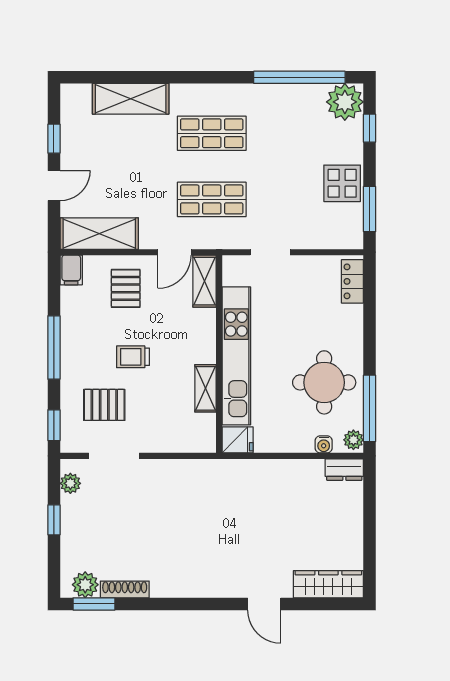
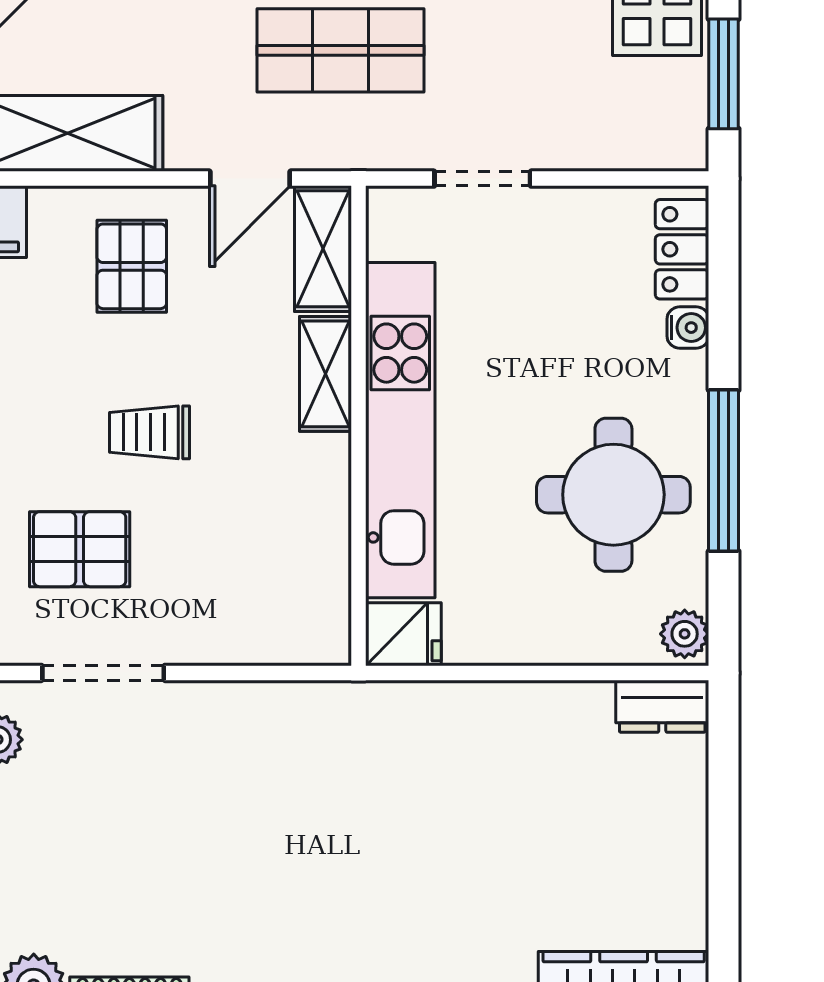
shelving: (206, 388) -> (325, 374), moved
window: (370, 408) -> (724, 471), moved
water cooler: (324, 444) -> (688, 328), moved, turned -90

